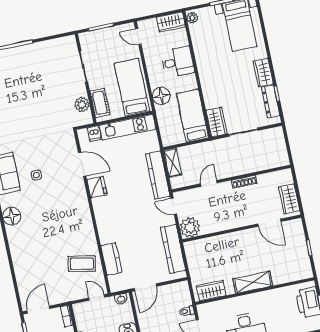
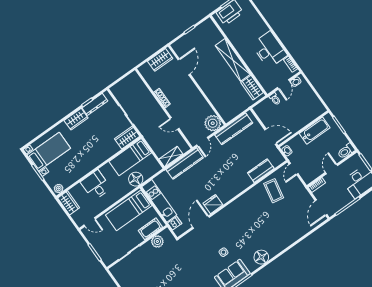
door: (138, 36) -> (90, 222), hinge flipped
floor lamp: (161, 96) -> (136, 179), moved
shelving: (253, 282) -> (233, 60), width x1.47
door: (38, 310) -> (321, 208), hinge flipped

